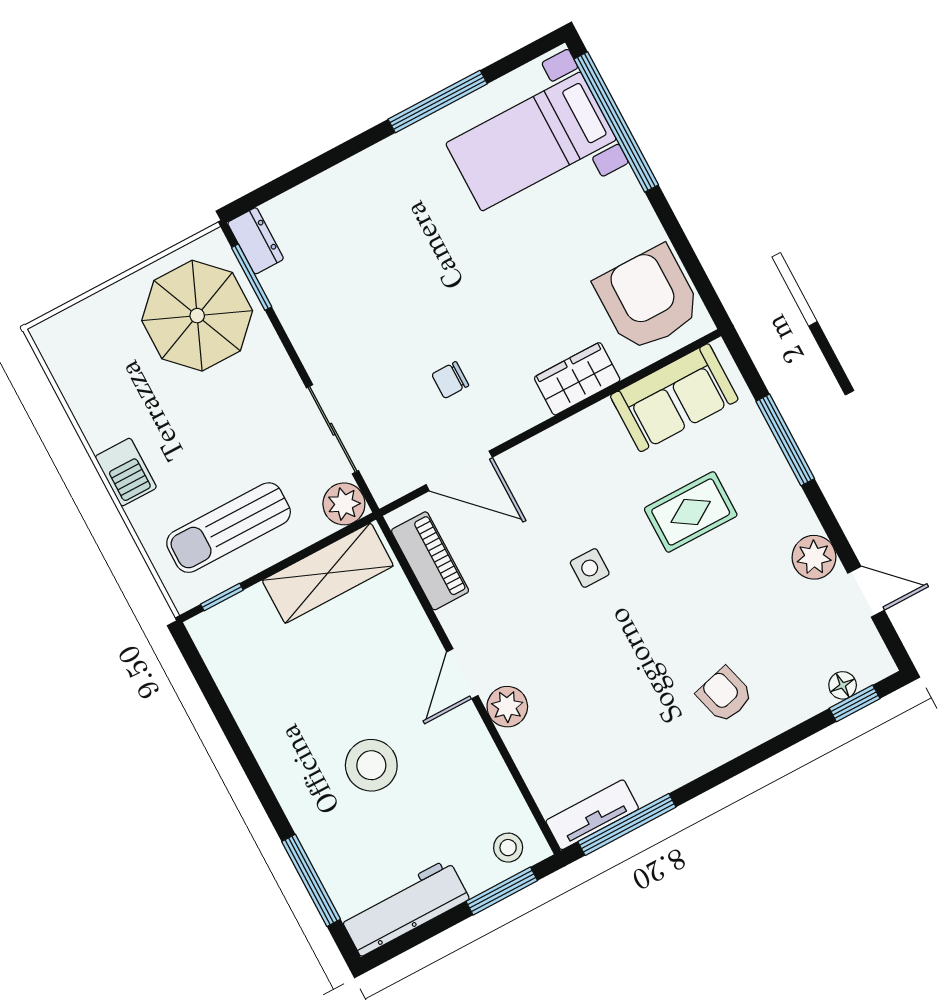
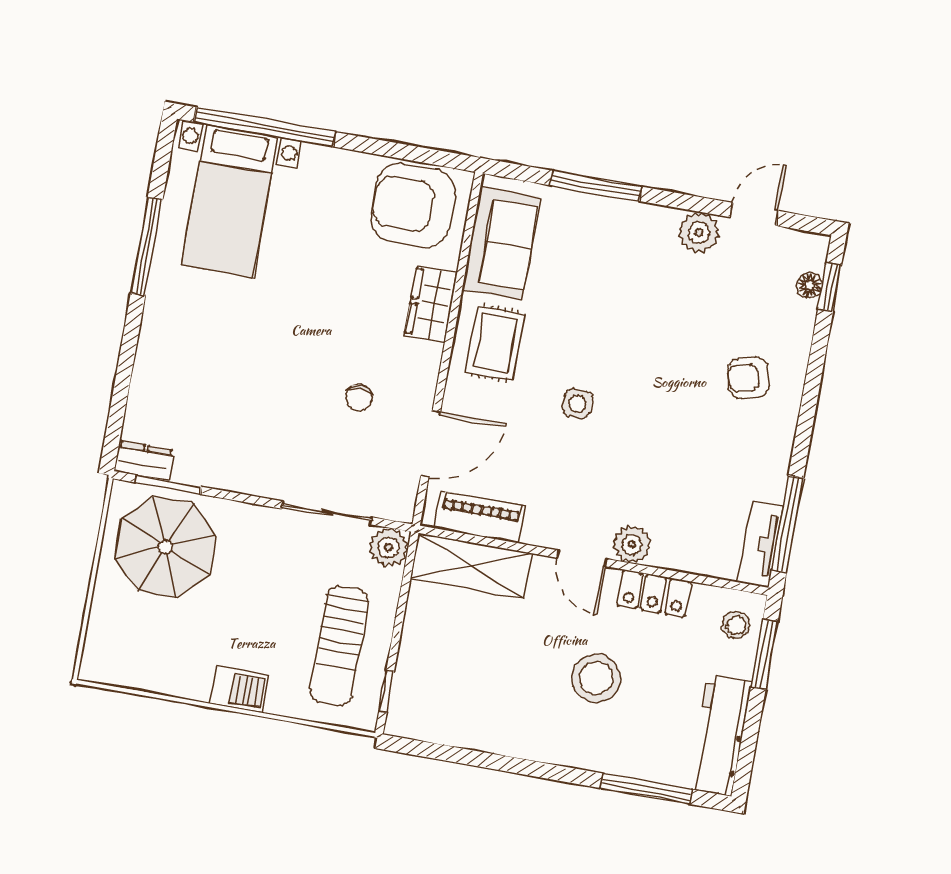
rug: (691, 512) -> (495, 343), moved
shelving: (328, 573) -> (471, 566), moved, turned 90
locker: (480, 758) -> (654, 593), added

